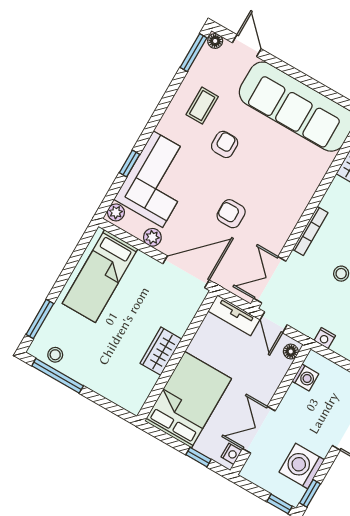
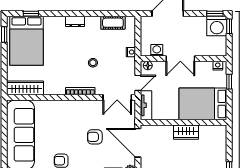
armchair: (231, 214) -> (95, 137), turned 90
double door: (259, 430) -> (180, 59), moved
washing machine: (302, 466) -> (217, 26), moved

